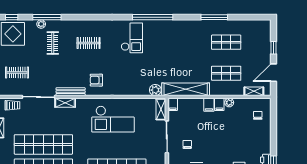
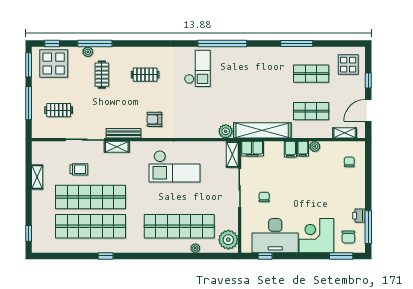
display table: (257, 35) -> (348, 65), added
filing cabinet: (173, 104) -> (252, 149), width x2.00
trolley: (12, 105) -> (79, 169), moved

